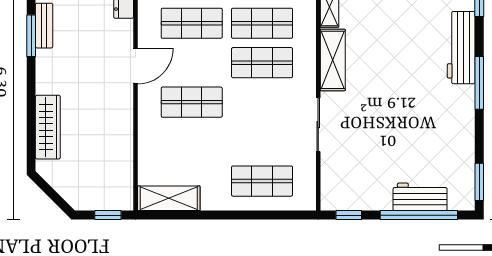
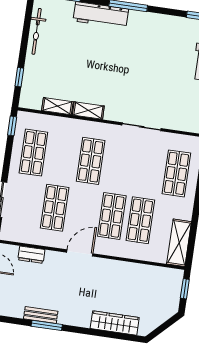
shop shelf: (262, 23) -> (140, 220), moved
shelving: (333, 60) -> (88, 111), width x0.67, depth x0.75
door: (136, 66) -> (80, 253), hinge flipped

